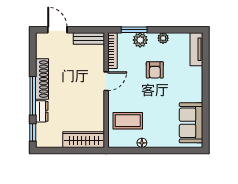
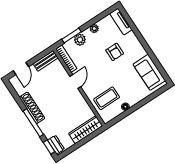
door: (57, 30) -> (21, 69), swing flipped
armchair: (155, 70) -> (115, 52), moved
dresser: (42, 111) -> (56, 145), moved

